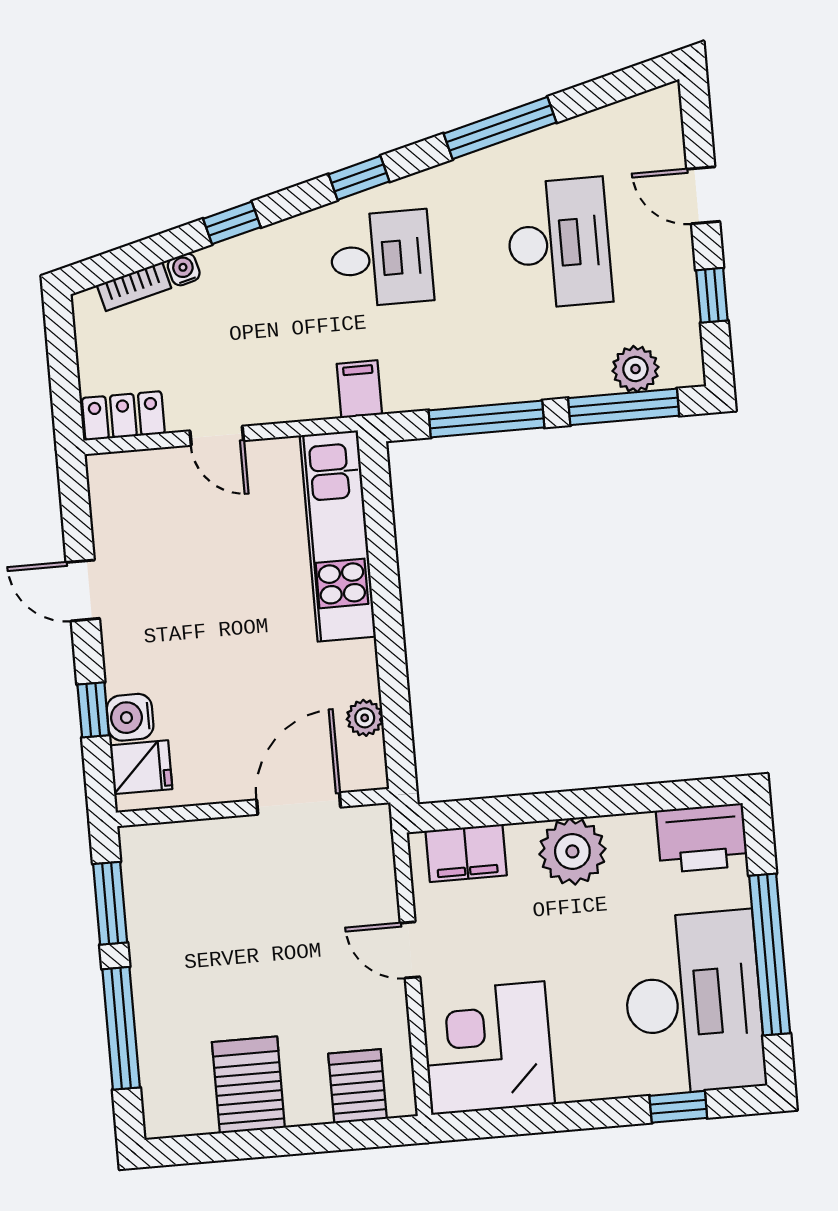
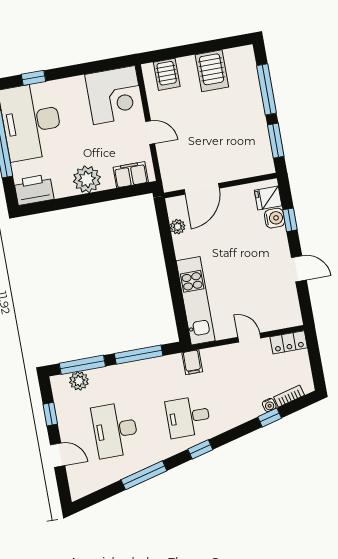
window: (232, 223) -> (270, 418), moved

